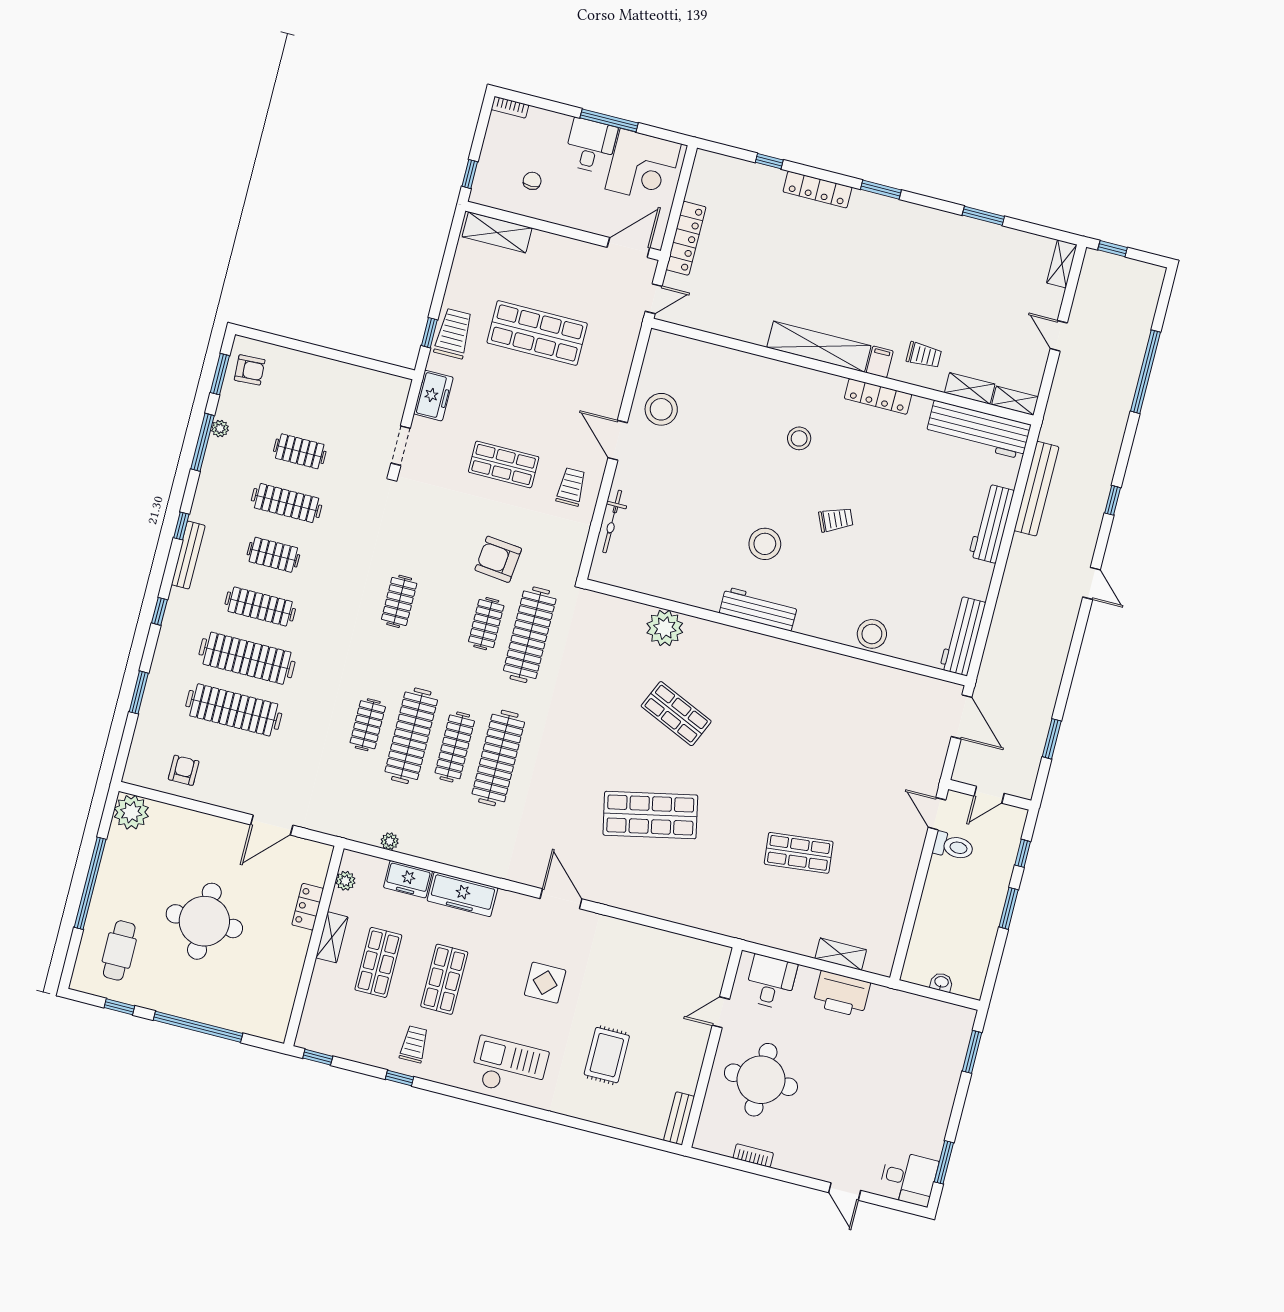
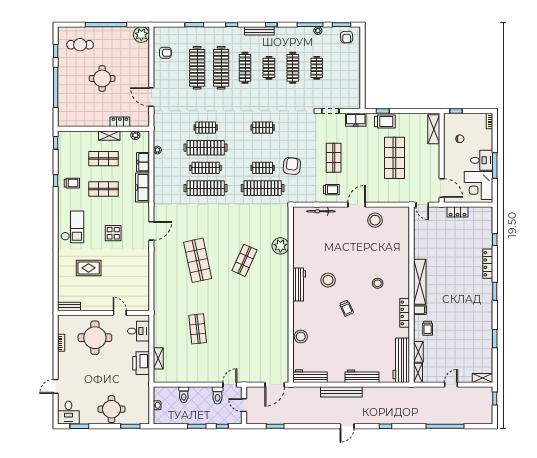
locker: (686, 238) -> (458, 212), width x0.66
bench: (1036, 489) -> (341, 392), moved
toilet: (933, 919) -> (184, 395), added
round table: (204, 921) -> (102, 78), width x0.73, depth x0.73
round table: (925, 1083) -> (112, 409), added

